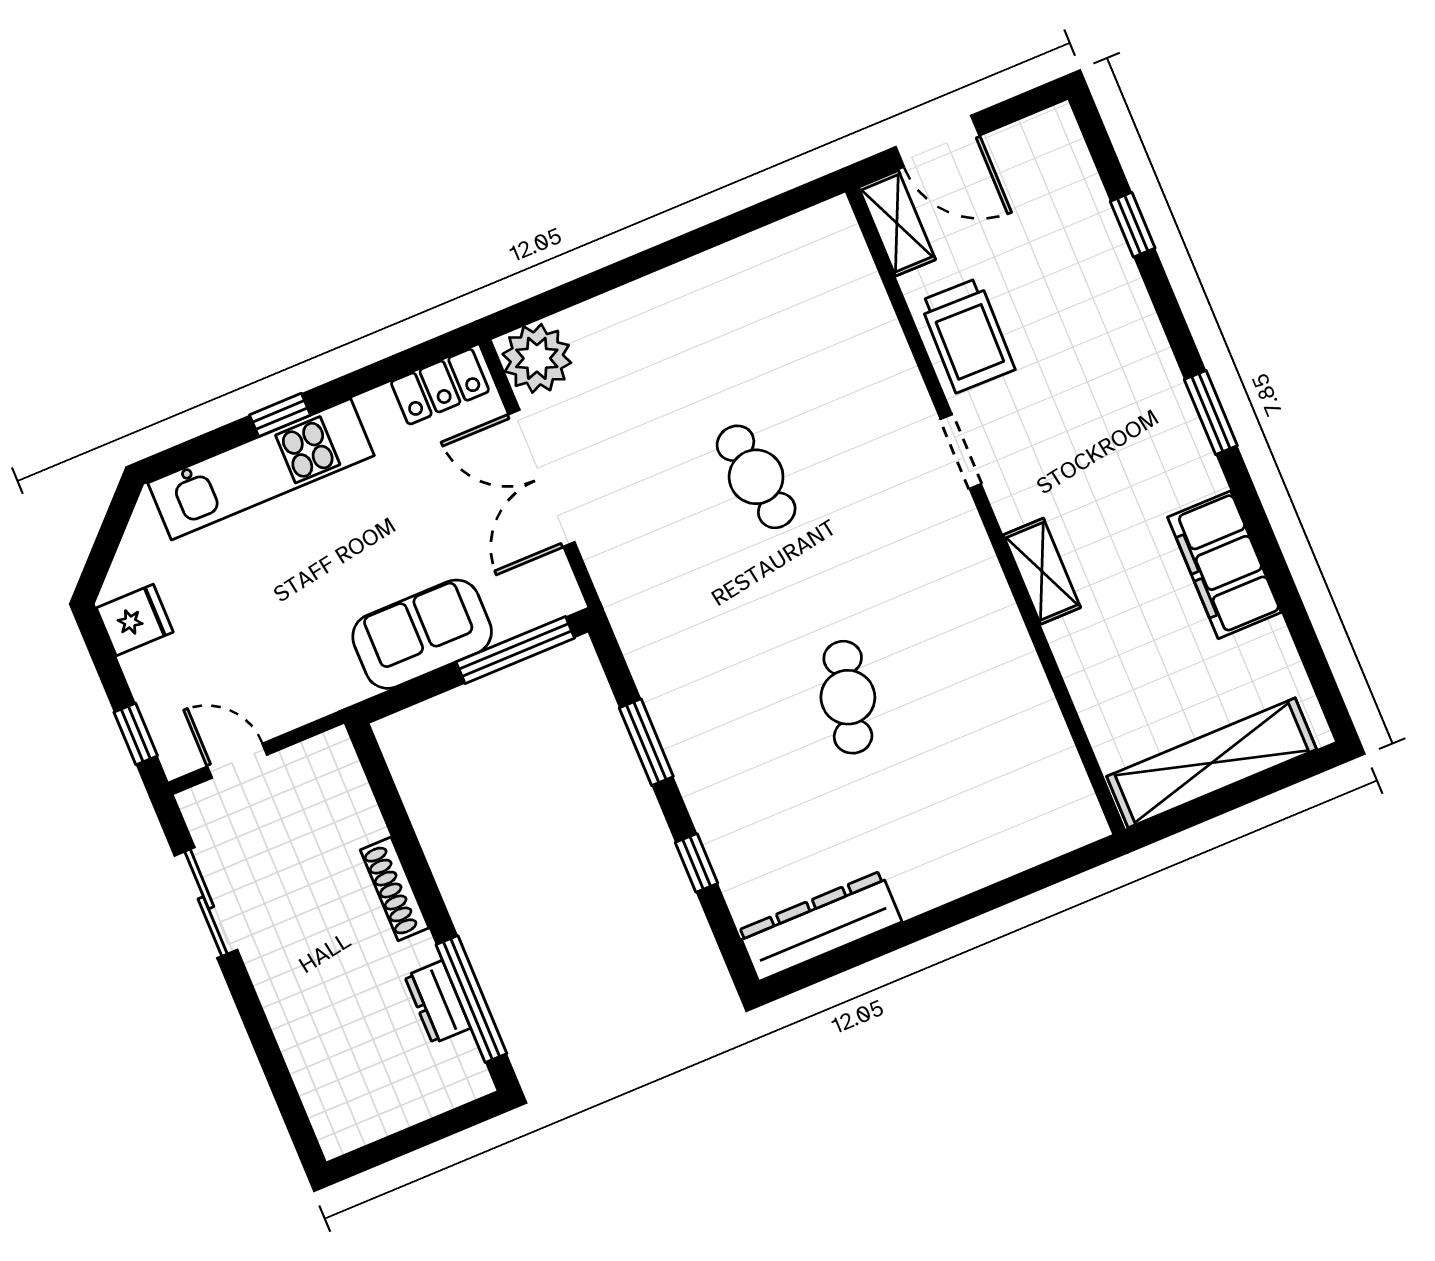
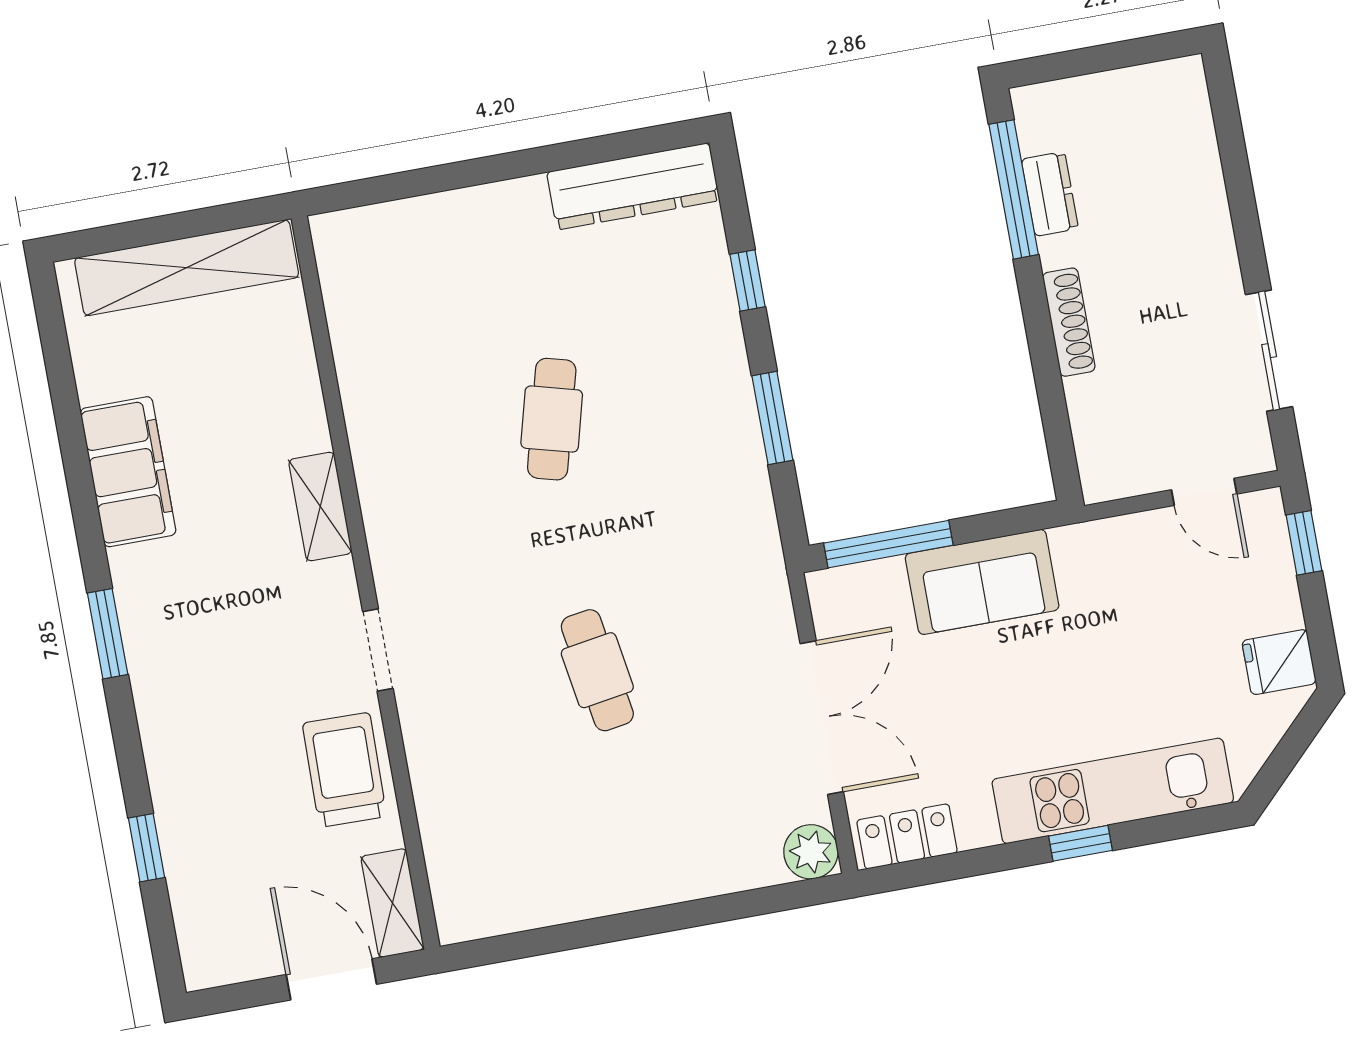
plant: (537, 358) -> (811, 852), width x0.73, depth x0.73

